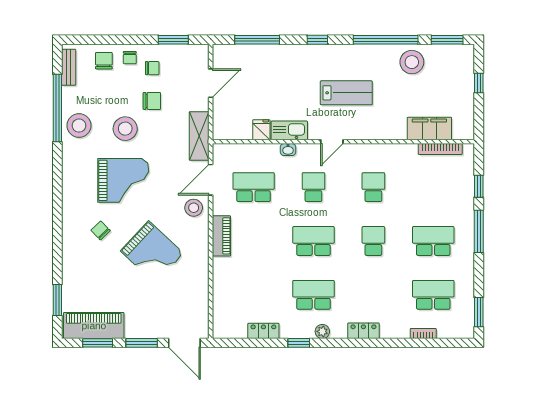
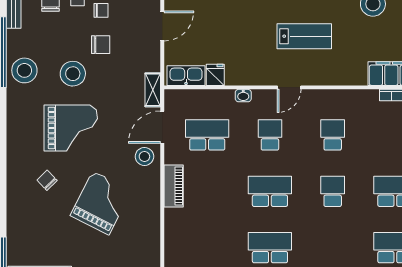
kitchen sink: (289, 130) -> (186, 76), moved
shelving: (199, 136) -> (153, 90), width x0.67, depth x0.75
grand piano: (152, 252) -> (101, 203), turned -106

